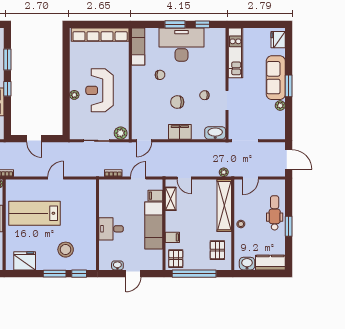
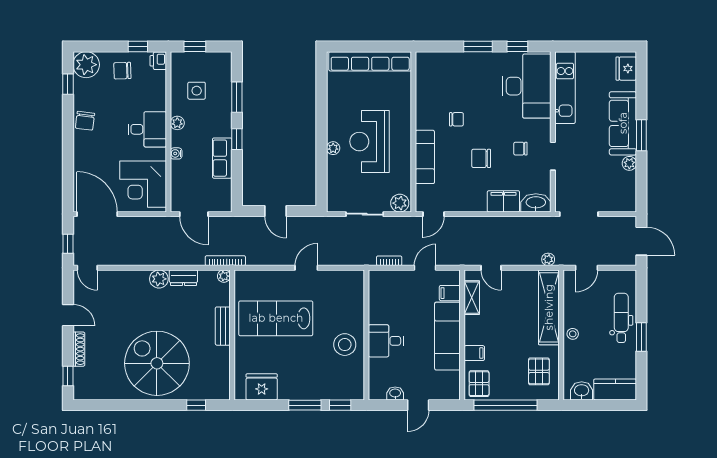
desk: (182, 45) -> (527, 86), moved, turned 90
exam couch: (138, 46) -> (425, 157), moved
filing cabinet: (180, 132) -> (503, 201), moved
stool: (66, 250) -> (345, 345), moved

